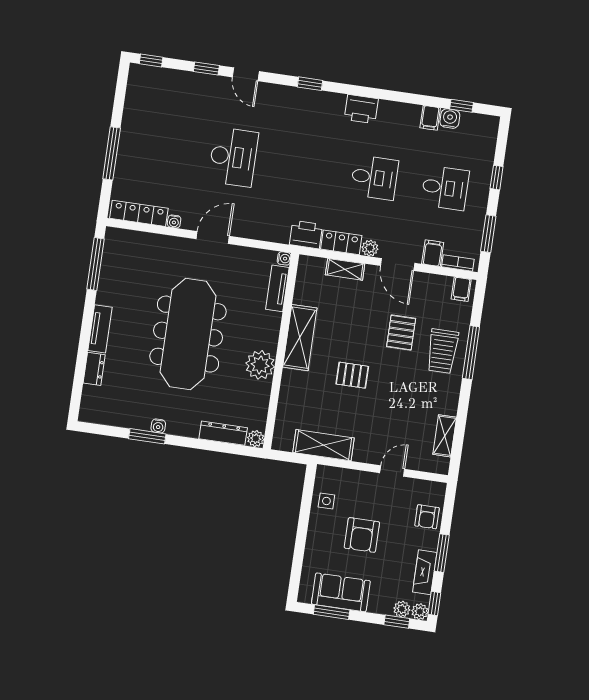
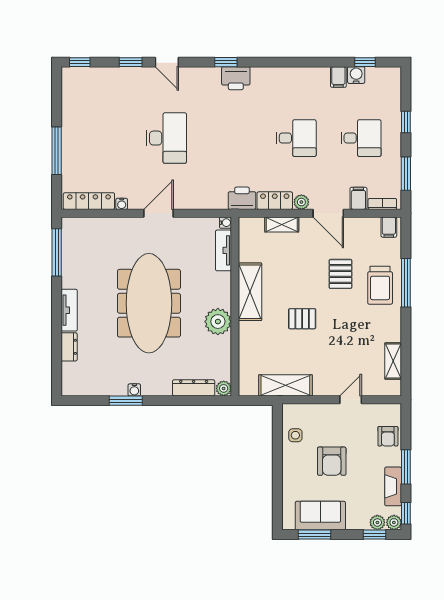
printer: (361, 109) -> (236, 78), moved

